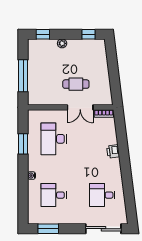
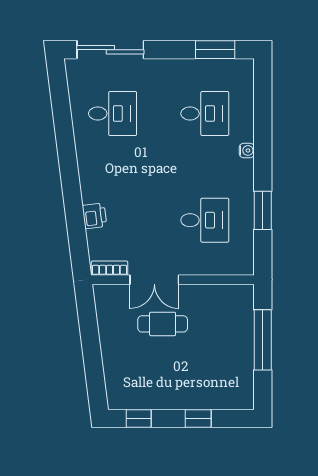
window: (43, 34) -> (198, 419), moved
plant: (62, 43) -> (189, 401), removed
double door: (80, 107) -> (154, 280), swing flipped
desk: (54, 139) -> (205, 220), width x0.73
printer: (113, 151) -> (94, 216), moved

